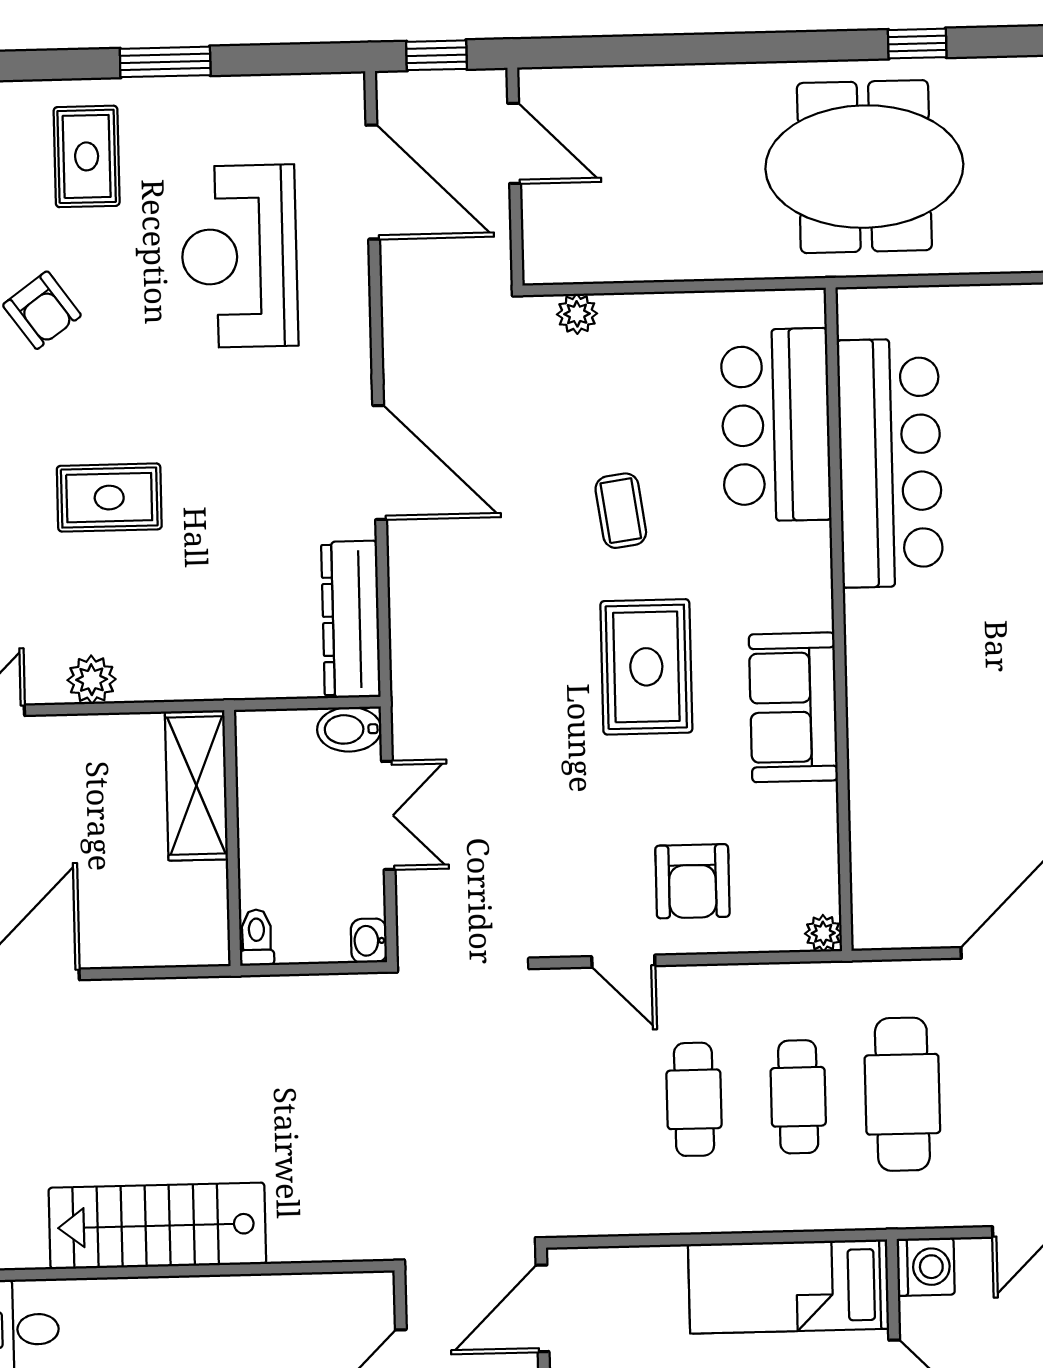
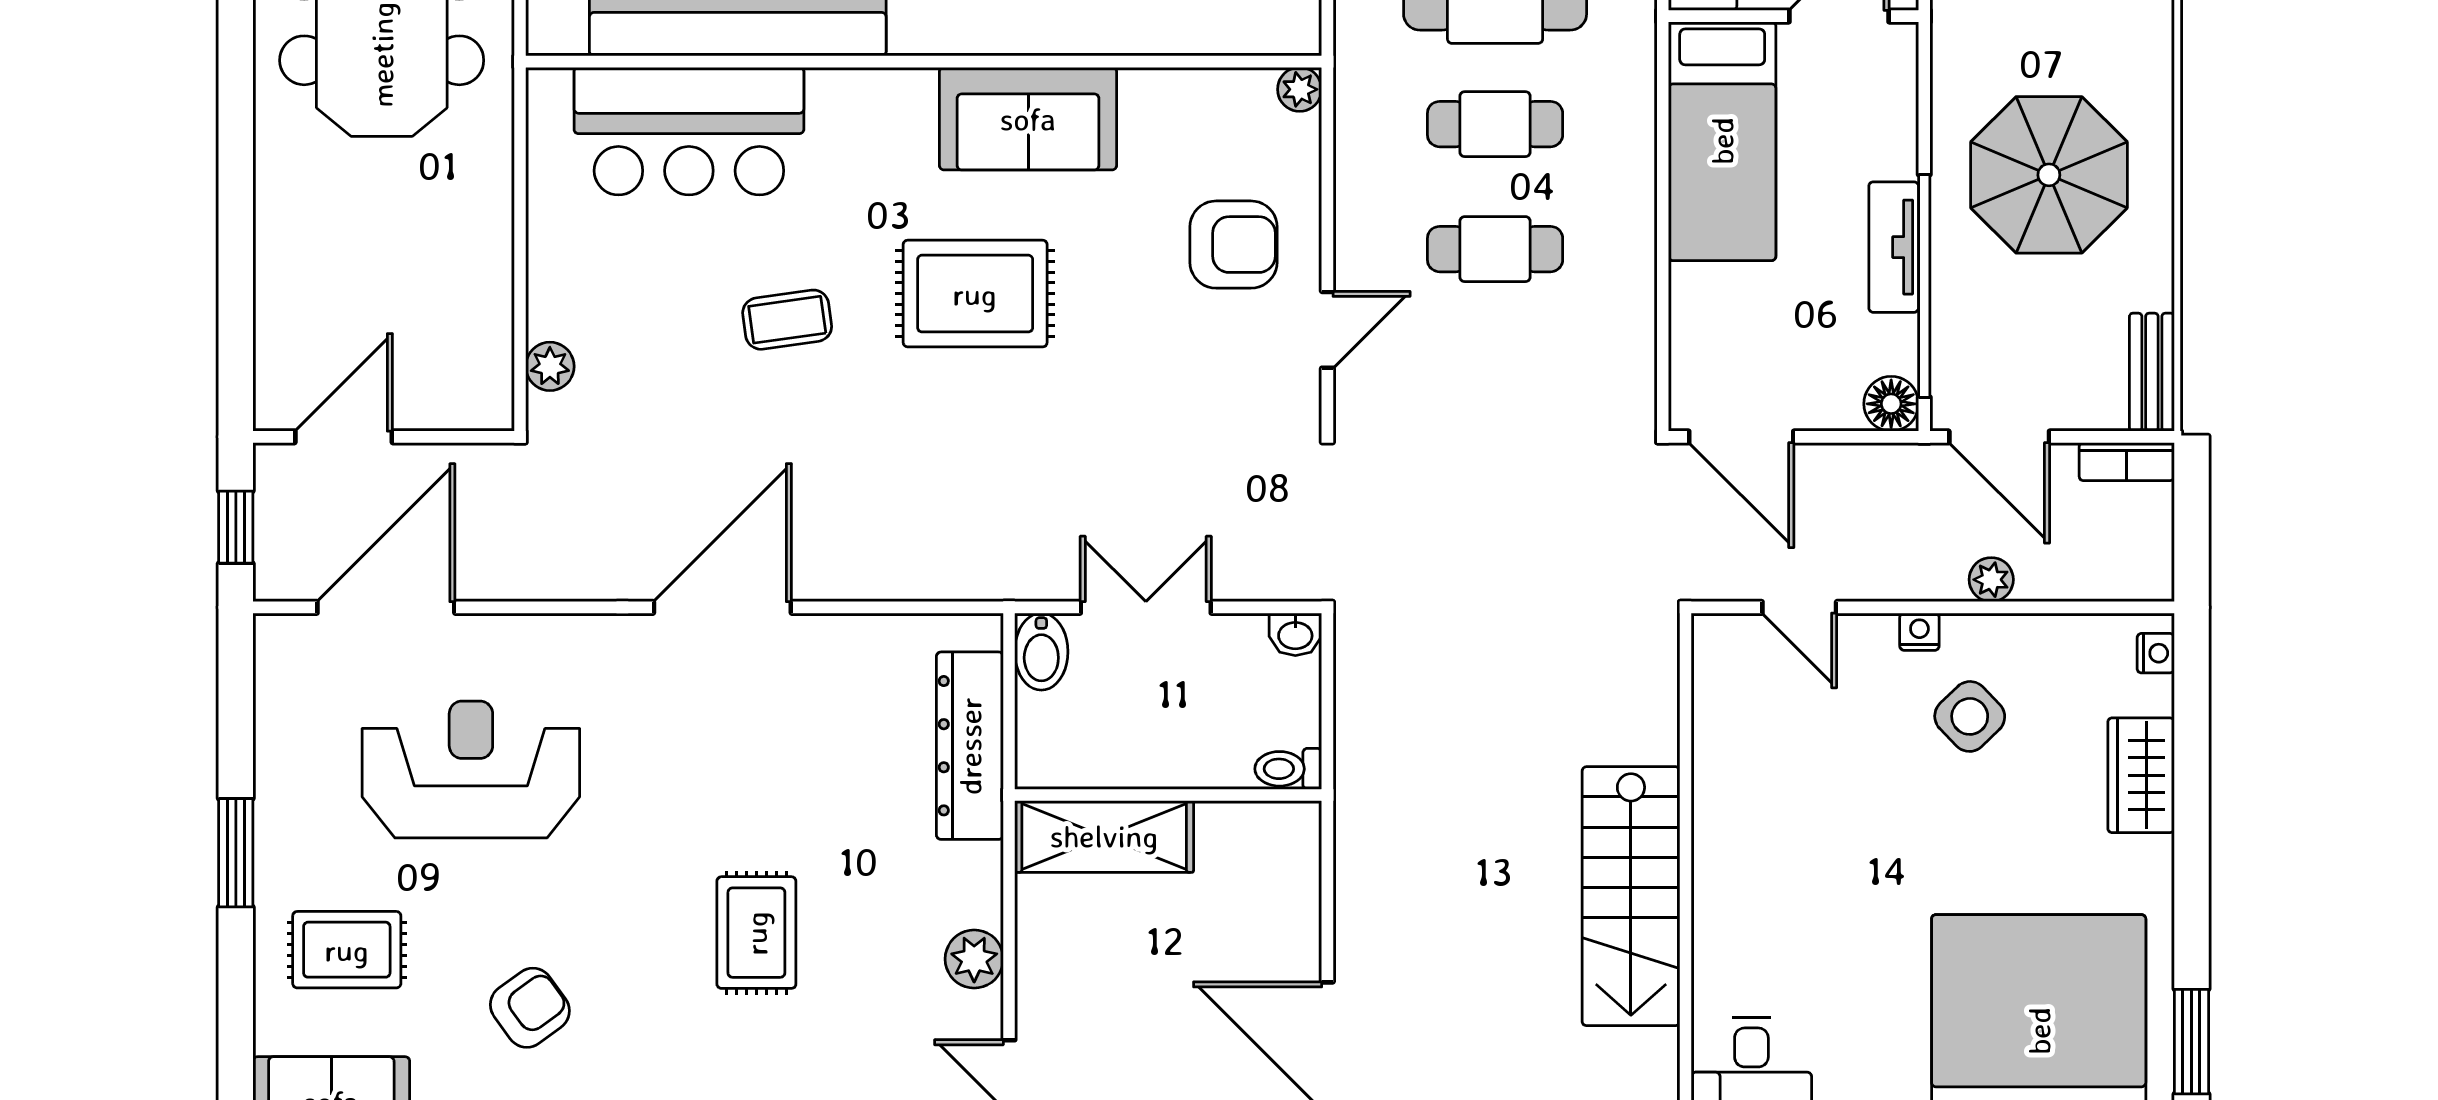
reception desk: (239, 256) -> (471, 769), turned 180
dresser: (351, 619) -> (970, 746), moved, turned 90

